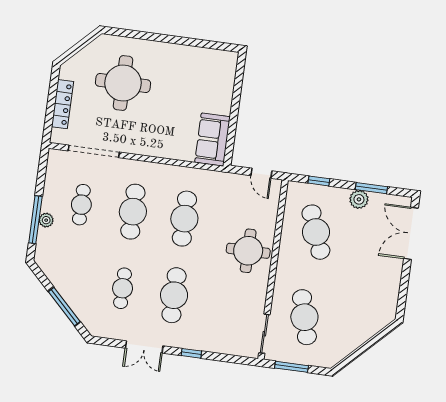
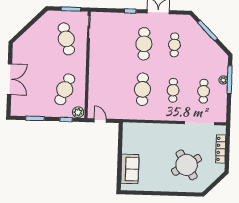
round table: (123, 83) -> (187, 165), turned -32
sofa: (212, 140) -> (130, 169), moved
plant: (359, 199) -> (78, 112), moved
cafe table: (133, 212) -> (173, 90), width x0.73, depth x0.74
cafe table: (316, 232) -> (65, 89), turned 42
double door: (411, 233) -> (10, 79), moved
round table: (248, 251) -> (103, 74), removed

